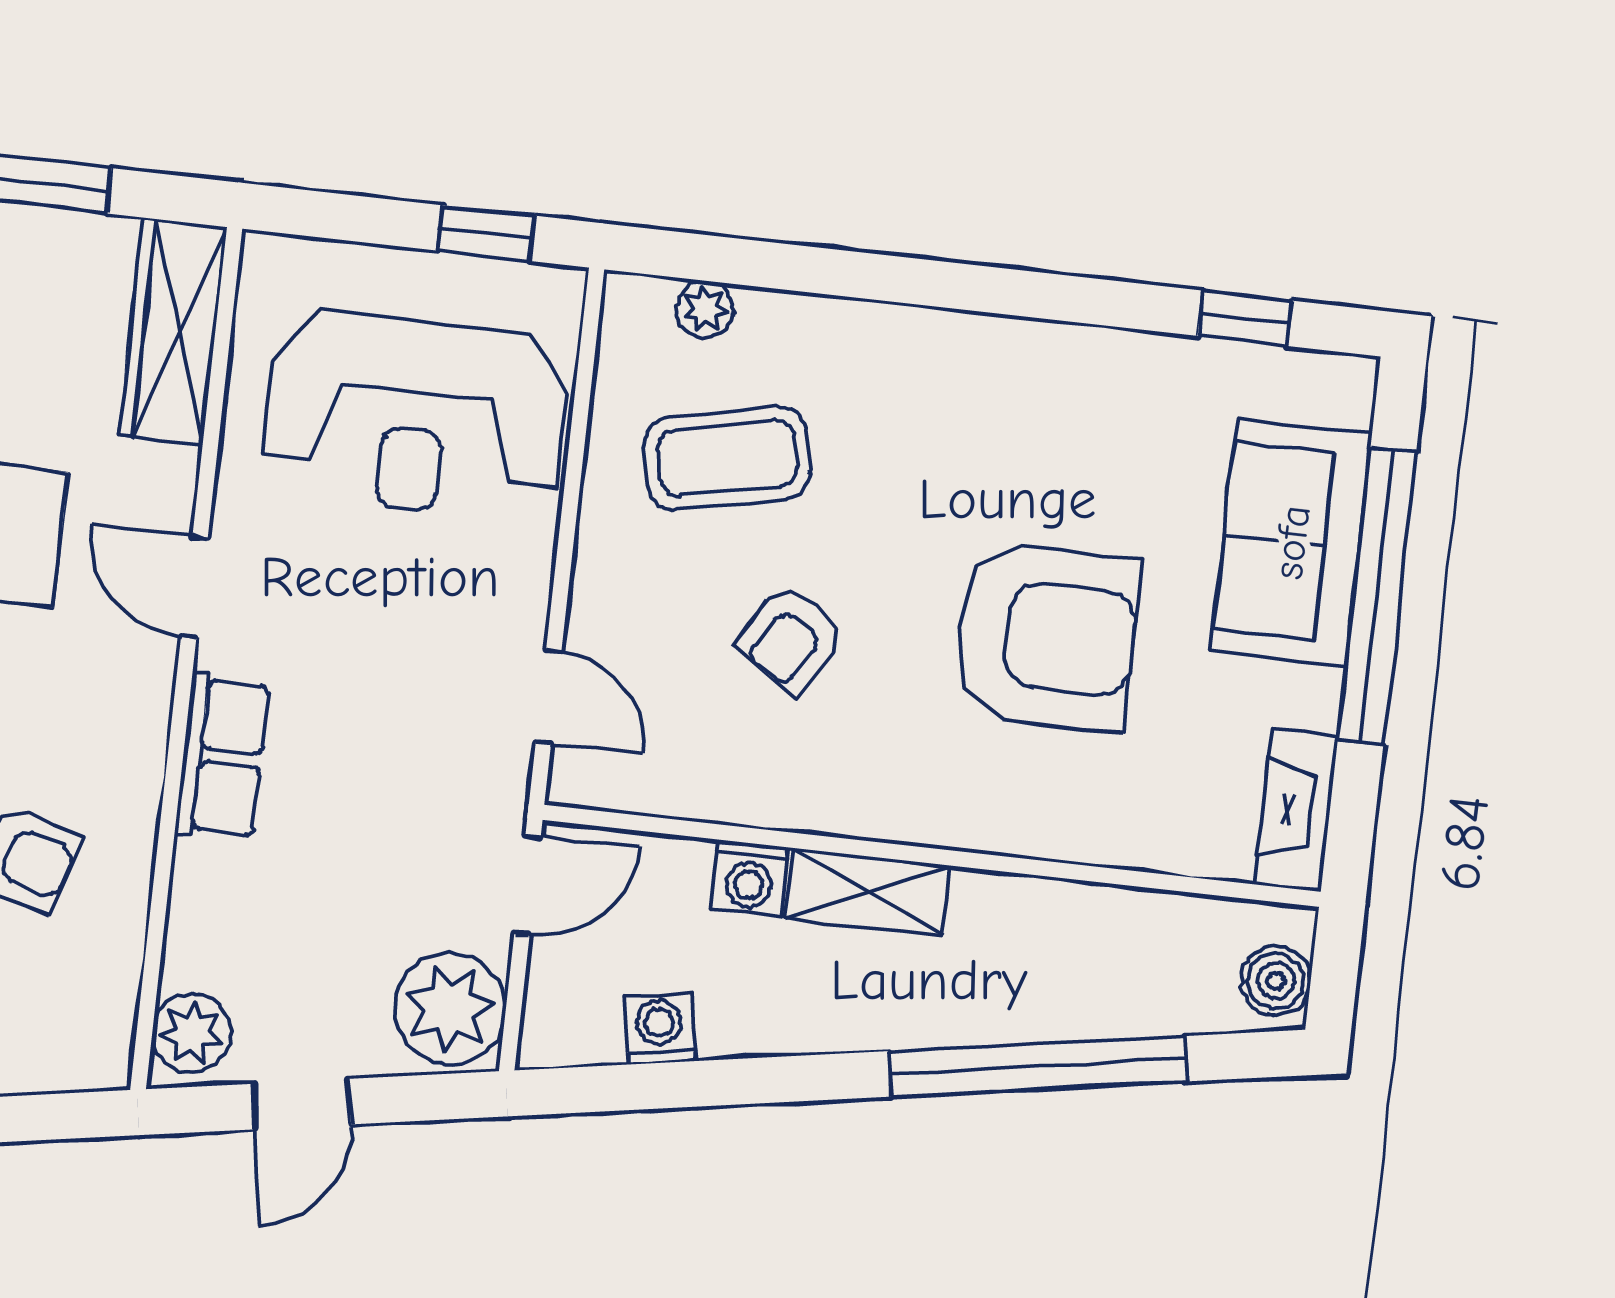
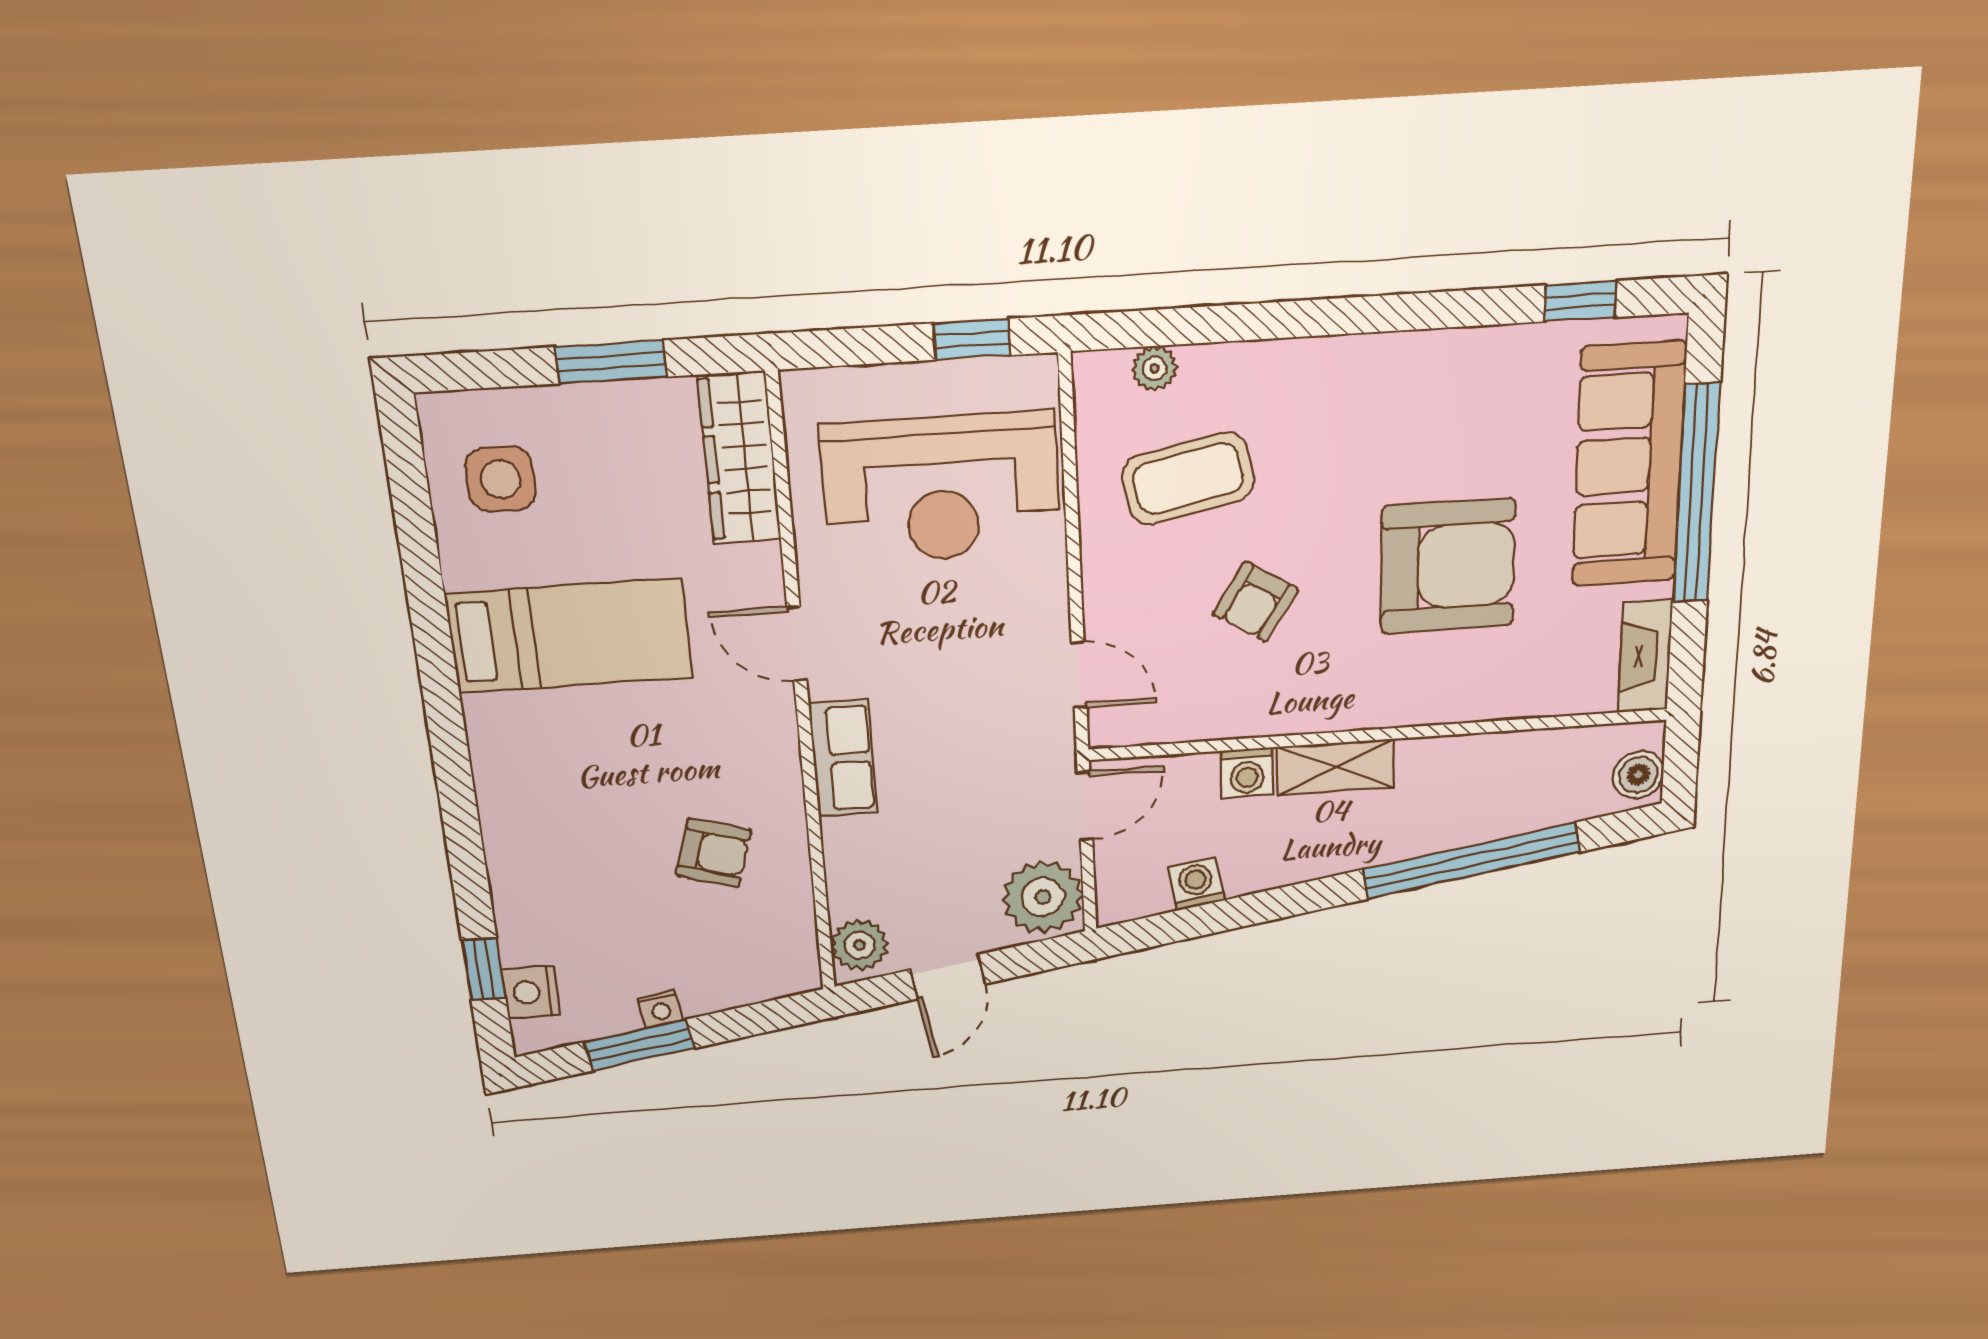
sofa: (1292, 542) -> (1629, 465), width x1.36

